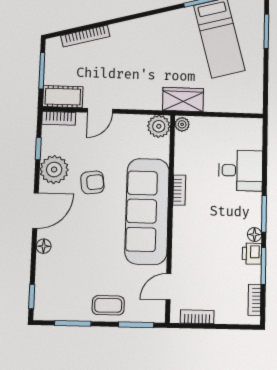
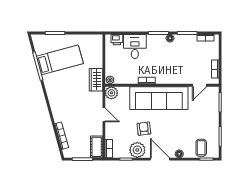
door: (100, 111) -> (104, 115), moved
printer: (252, 254) -> (117, 40), moved
door: (168, 287) -> (200, 85), hinge flipped
coffee table: (108, 305) -> (201, 148), moved

